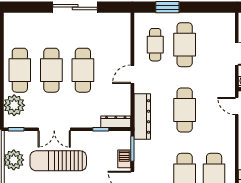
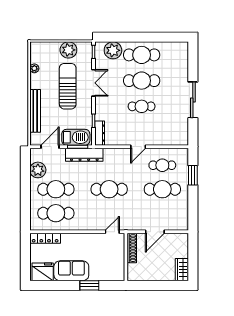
cafe table: (83, 70) -> (142, 106), width x0.73, depth x0.74
door: (132, 74) -> (138, 147), swing flipped
dresser: (142, 116) -> (84, 155), moved
double door: (54, 129) -> (93, 83), swing flipped
barbecue: (124, 159) -> (76, 137), width x1.88, depth x1.53

